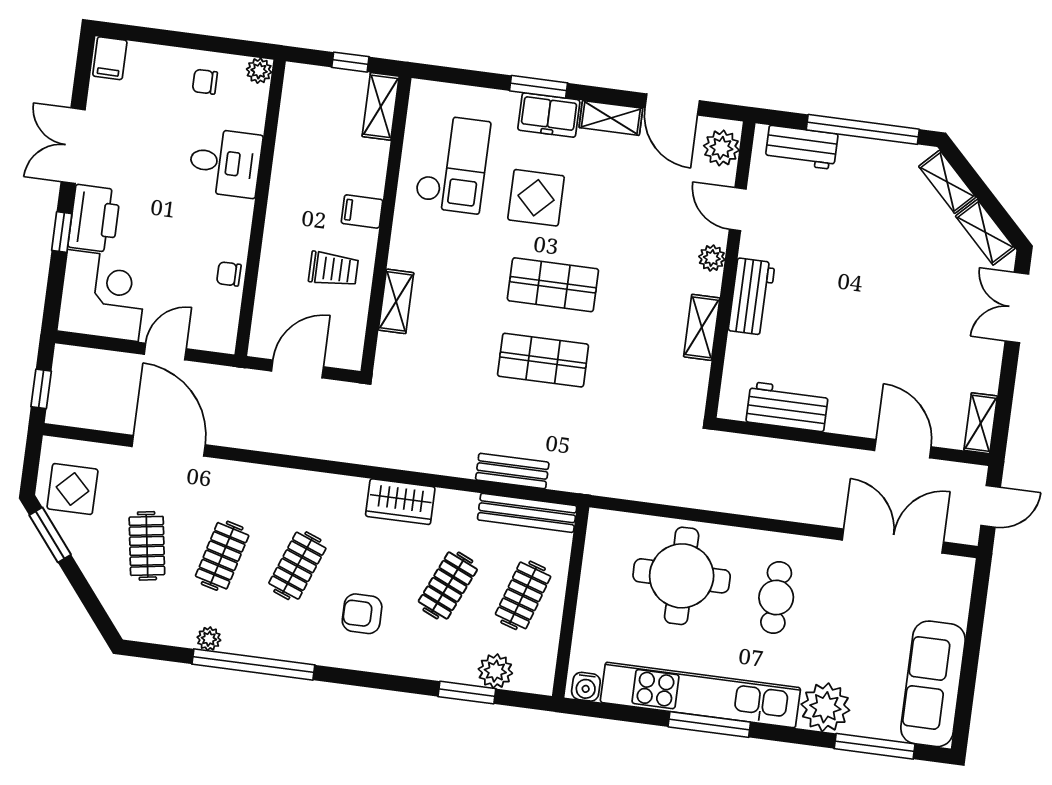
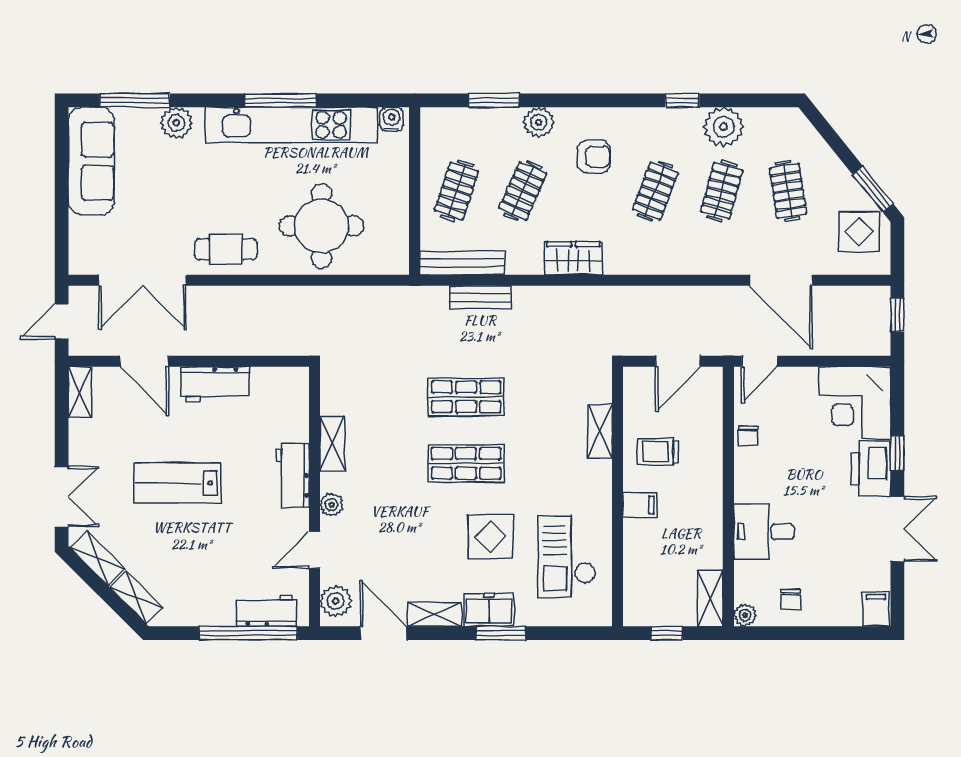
chair: (205, 82) -> (791, 600), turned 90
shelving: (381, 106) -> (710, 598), moved
window: (863, 129) -> (248, 633), moved
door: (738, 209) -> (315, 550), swing flipped
chair: (229, 274) -> (748, 436), turned 90
lab bench: (883, 306) -> (178, 483), added
door: (165, 352) -> (760, 361), moved
workbench: (787, 407) -> (215, 384), moved
cafe table: (776, 598) -> (226, 249), moved, turned 90
plant: (209, 639) -> (724, 127), width x1.87, depth x1.87
window: (253, 664) -> (682, 100), width x0.32
plant: (495, 671) -> (539, 122), moved
plant: (825, 707) -> (176, 123), width x0.73, depth x0.73

